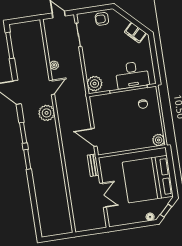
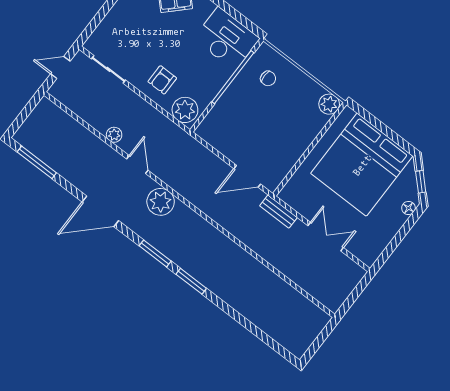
armchair: (102, 19) -> (162, 80), moved
desk: (132, 75) -> (227, 39), moved, turned -90

